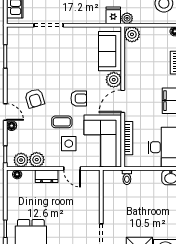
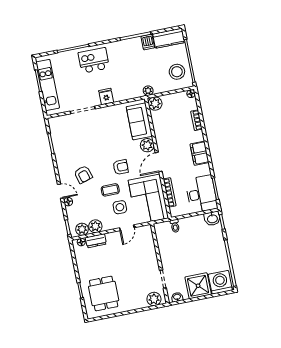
fridge: (113, 15) -> (106, 96), moved
door: (72, 168) -> (127, 228), hinge flipped
dresser: (47, 176) -> (96, 241), moved

